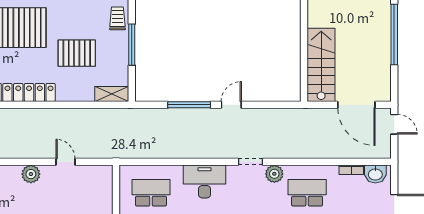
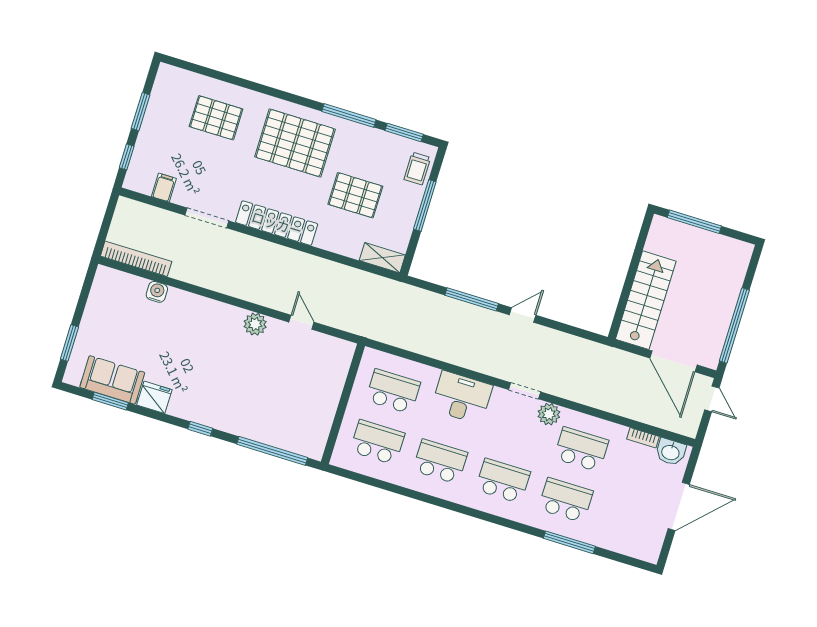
trolley: (117, 18) -> (417, 168), turned 180
window: (394, 35) -> (734, 325), moved

